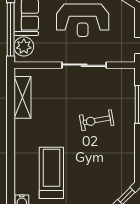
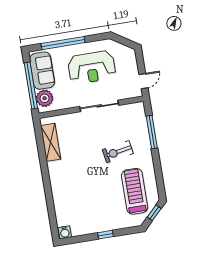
treadmill: (51, 173) -> (135, 191), moved

